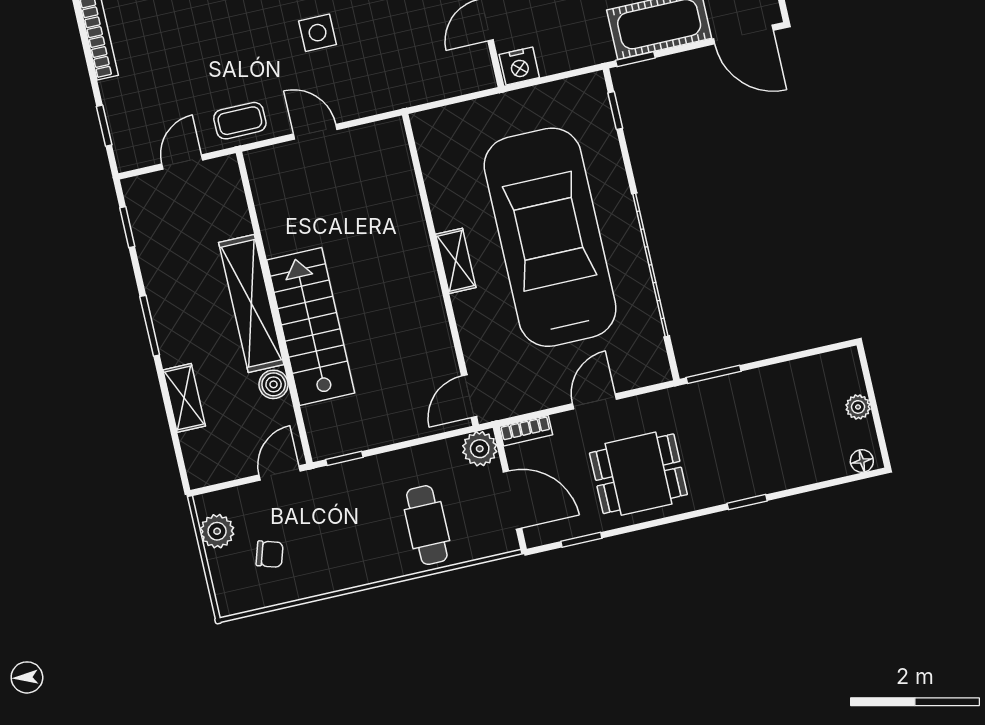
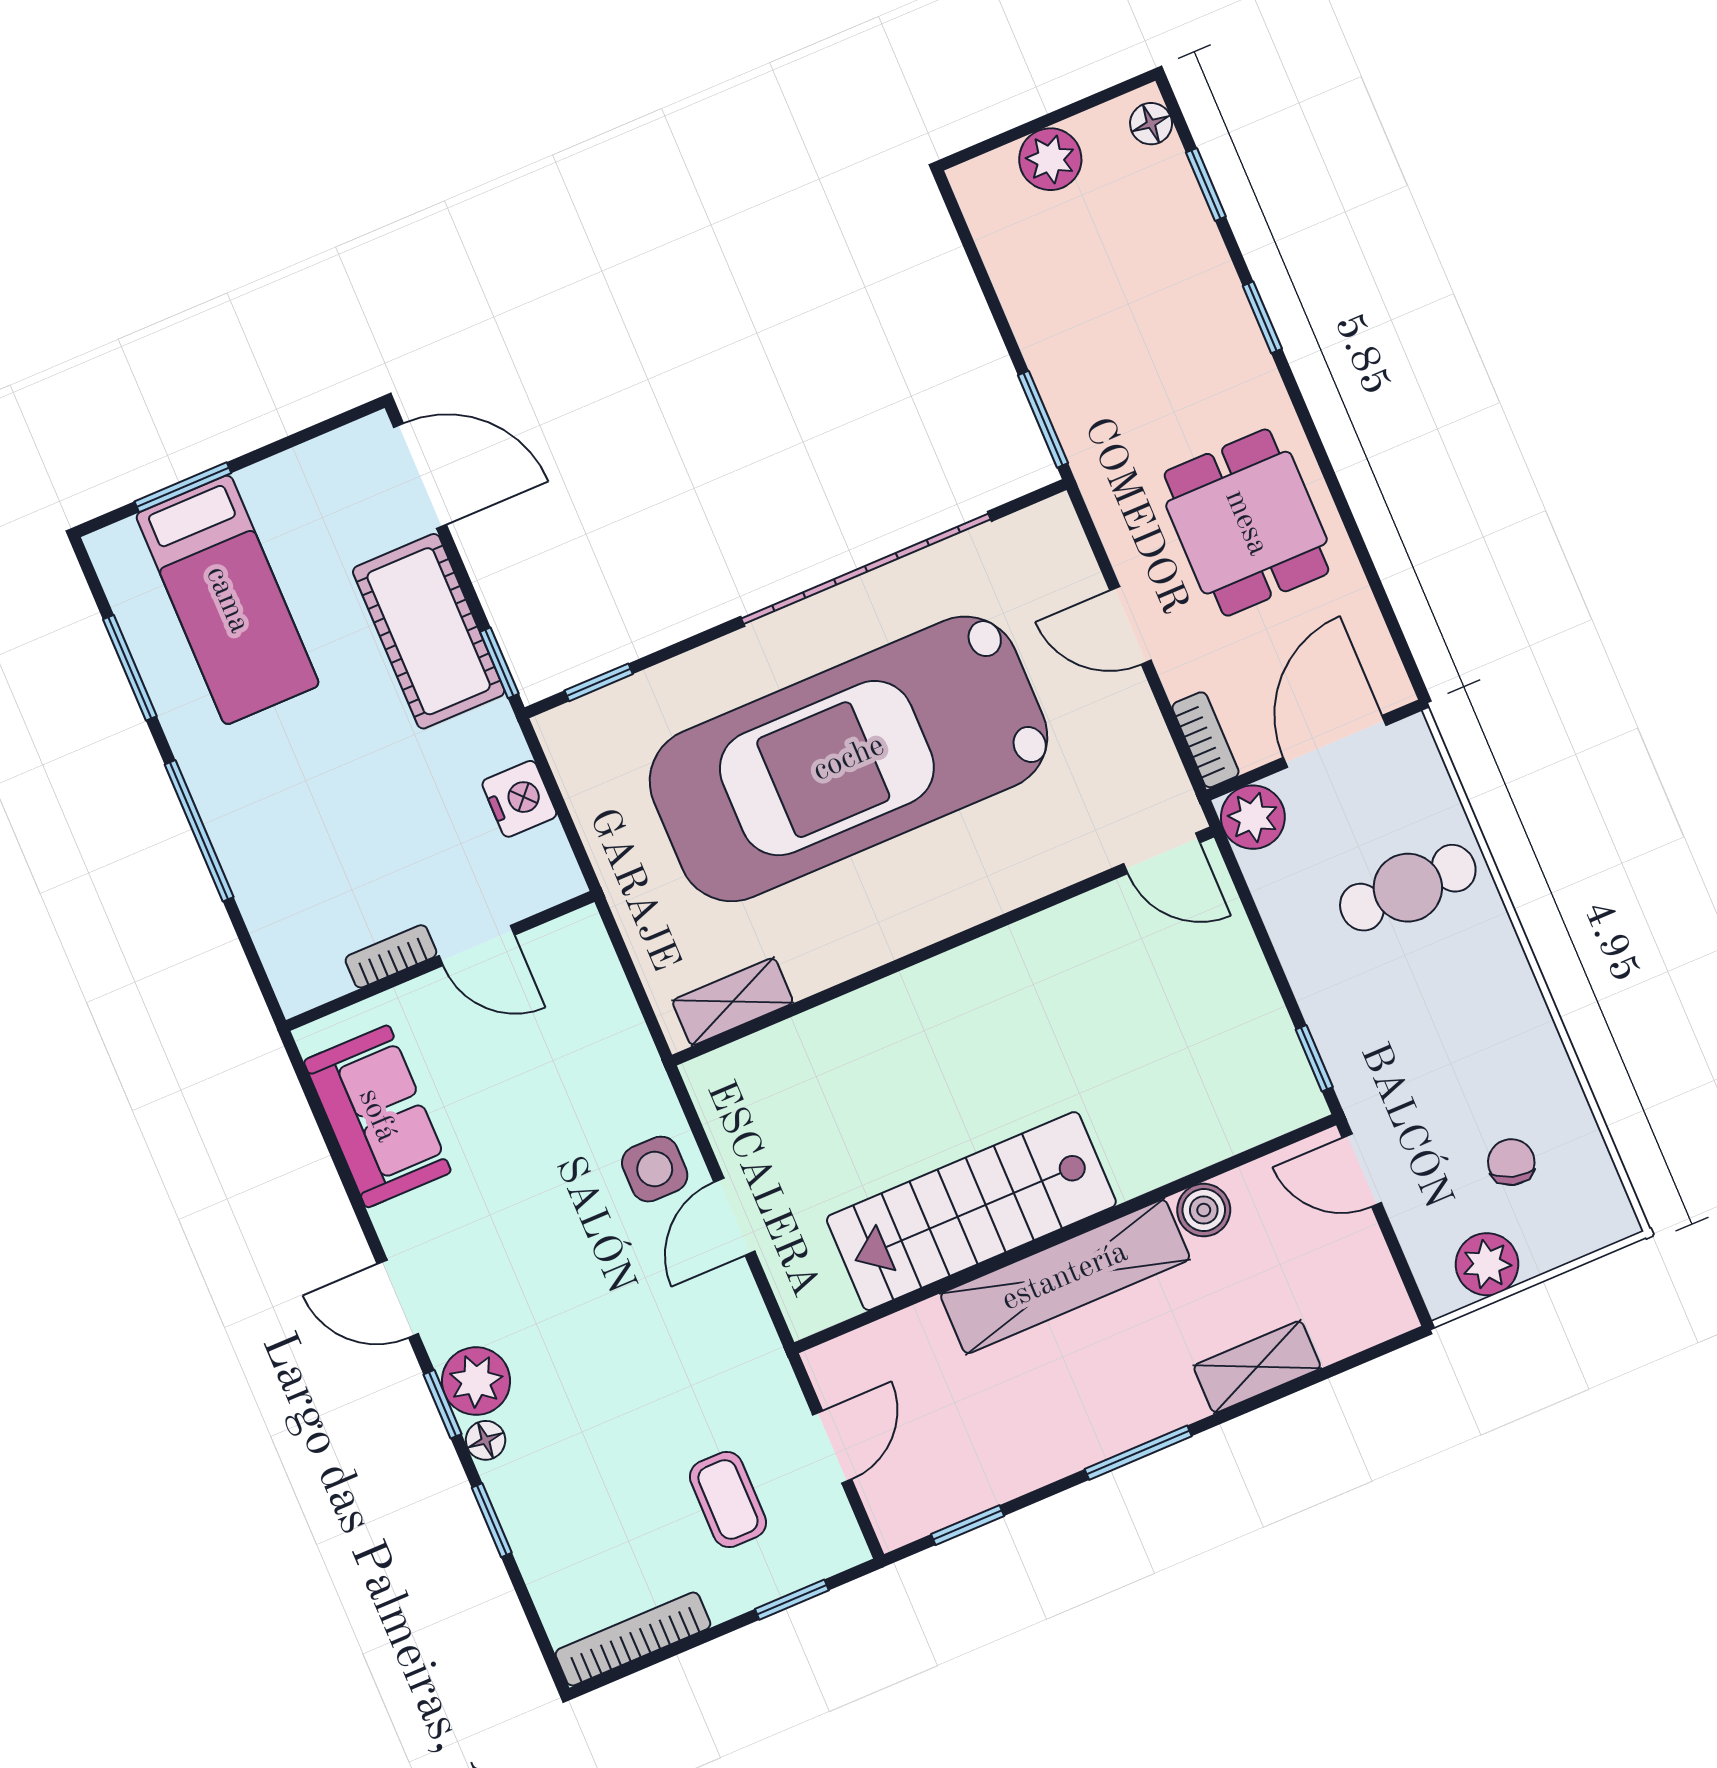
side table: (318, 33) -> (655, 1169), moved
door: (743, 35) -> (420, 476), hinge flipped
nightstand: (519, 66) -> (519, 799), moved
coffee table: (240, 121) -> (728, 1500), moved
door: (182, 162) -> (832, 1447), swing flipped
shelving: (456, 261) -> (733, 1002), moved
stairs: (311, 326) -> (971, 1211), moved
plant: (858, 407) -> (1050, 159), width x1.38, depth x1.38
window: (581, 540) -> (1206, 185), moved

